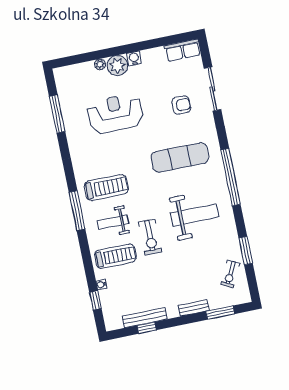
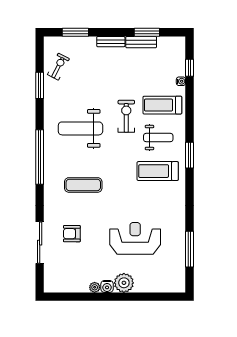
row of seats: (183, 50) -> (60, 285), removed
plant: (100, 64) -> (95, 287), moved
reception desk: (115, 114) -> (135, 238), turned 180
exercise mat: (180, 157) -> (83, 185), width x0.73, depth x0.69
window: (77, 211) -> (190, 155), width x0.69
bench: (194, 308) -> (111, 42), moved
bench: (145, 318) -> (141, 42), width x0.73
window: (147, 328) -> (147, 32), width x1.50

